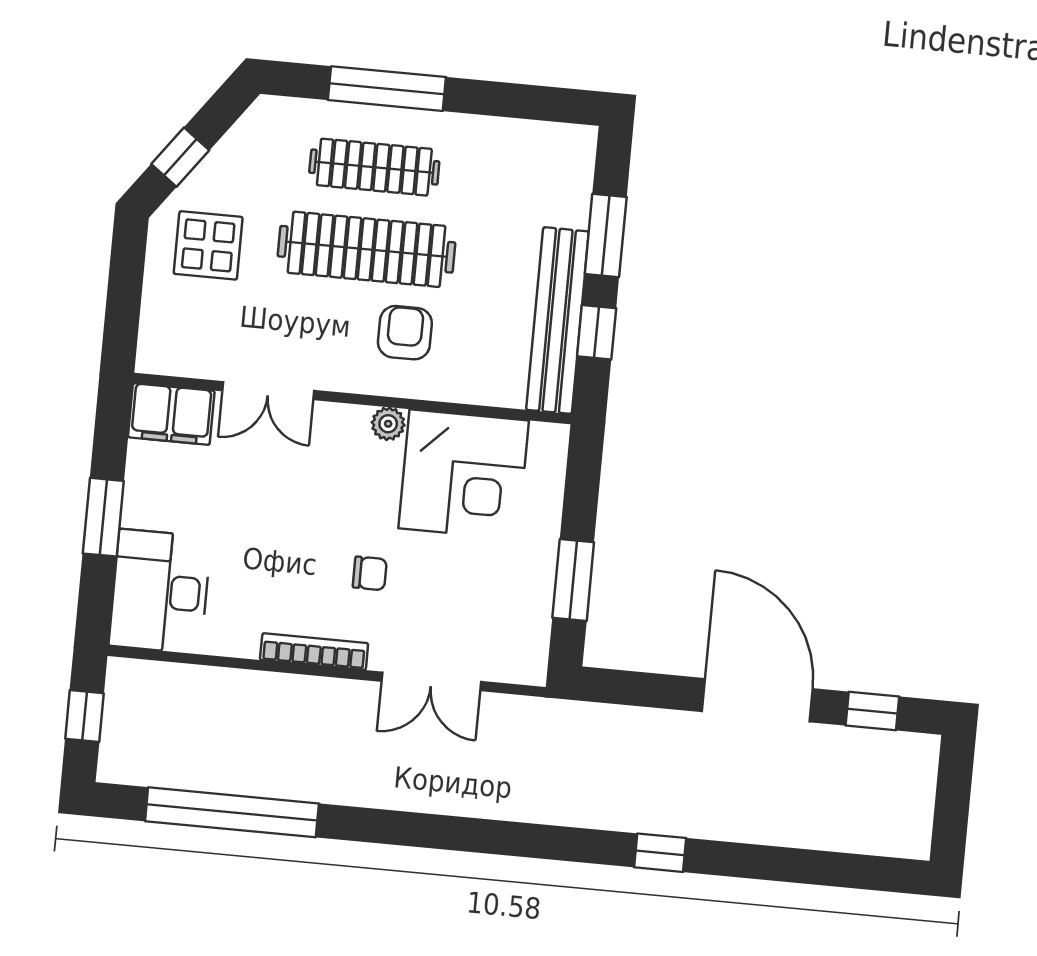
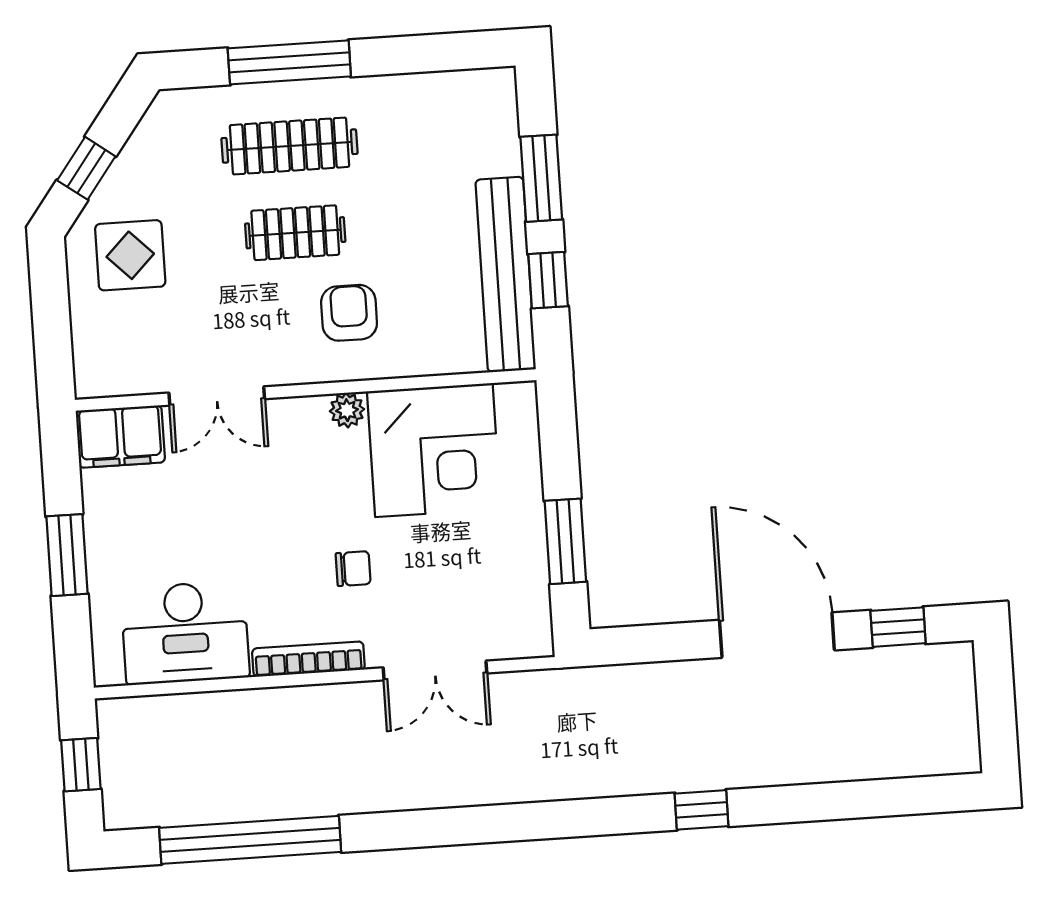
clothes rail: (367, 249) -> (295, 233), width x0.54, depth x0.76
desk: (160, 591) -> (185, 633), moved, turned -90

